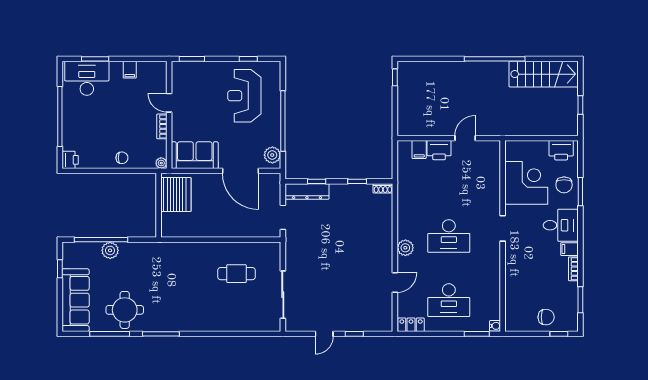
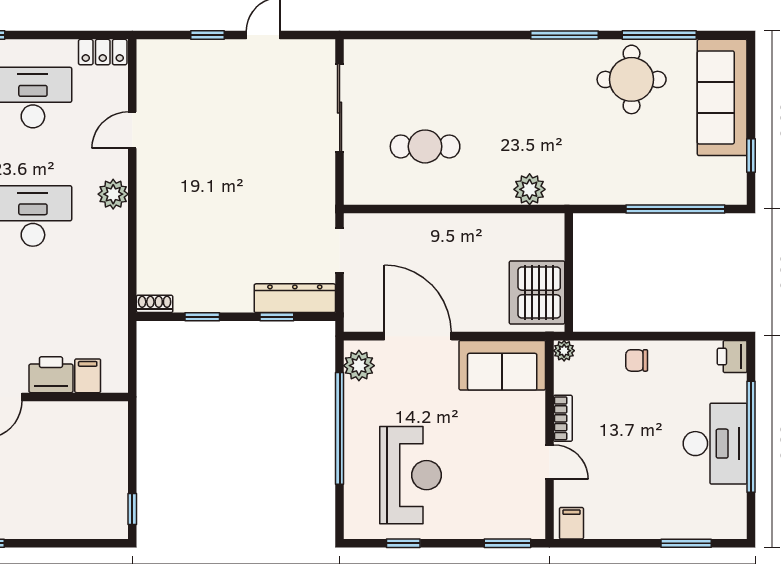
filing cabinet: (130, 70) -> (571, 523), moved
desk: (87, 78) -> (715, 444), moved, turned -90
plant: (110, 250) -> (530, 189), moved

